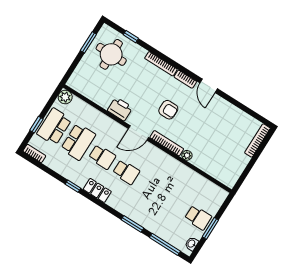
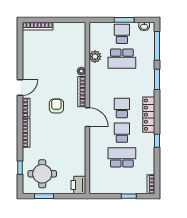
plant: (65, 97) -> (95, 57), moved
printer: (120, 109) -> (78, 185), moved
school desk: (54, 127) -> (122, 59), moved
locker: (97, 190) -> (149, 115), width x1.53

